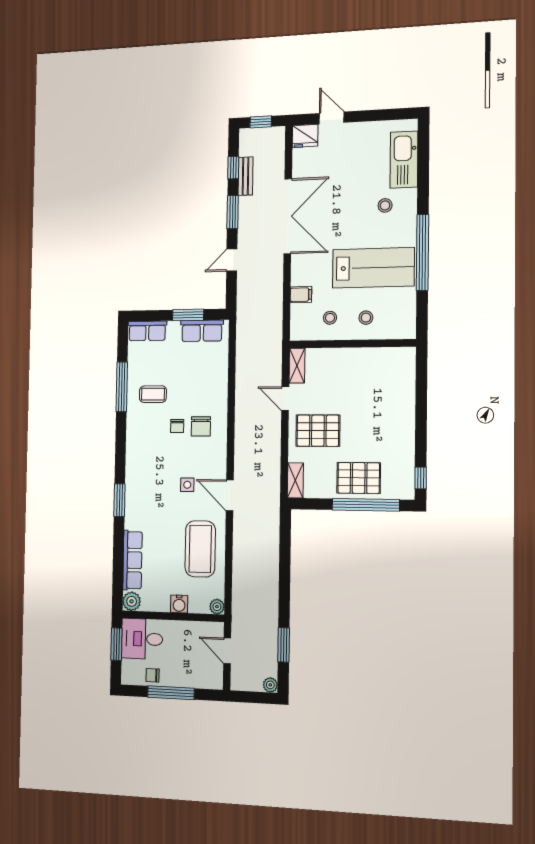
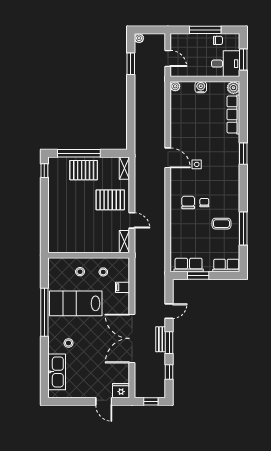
bench: (246, 176) -> (161, 339), moved
coffee table: (200, 549) -> (187, 123), removed

